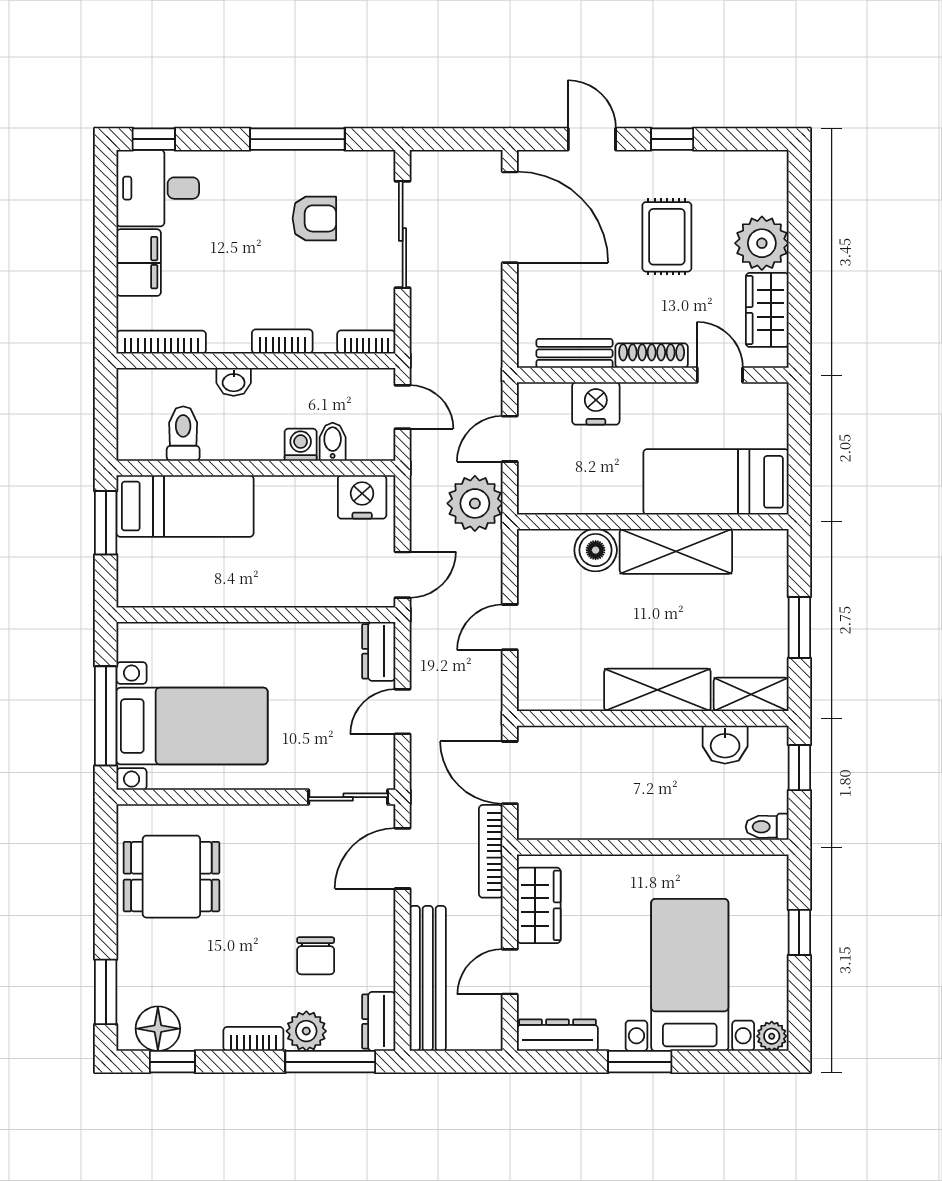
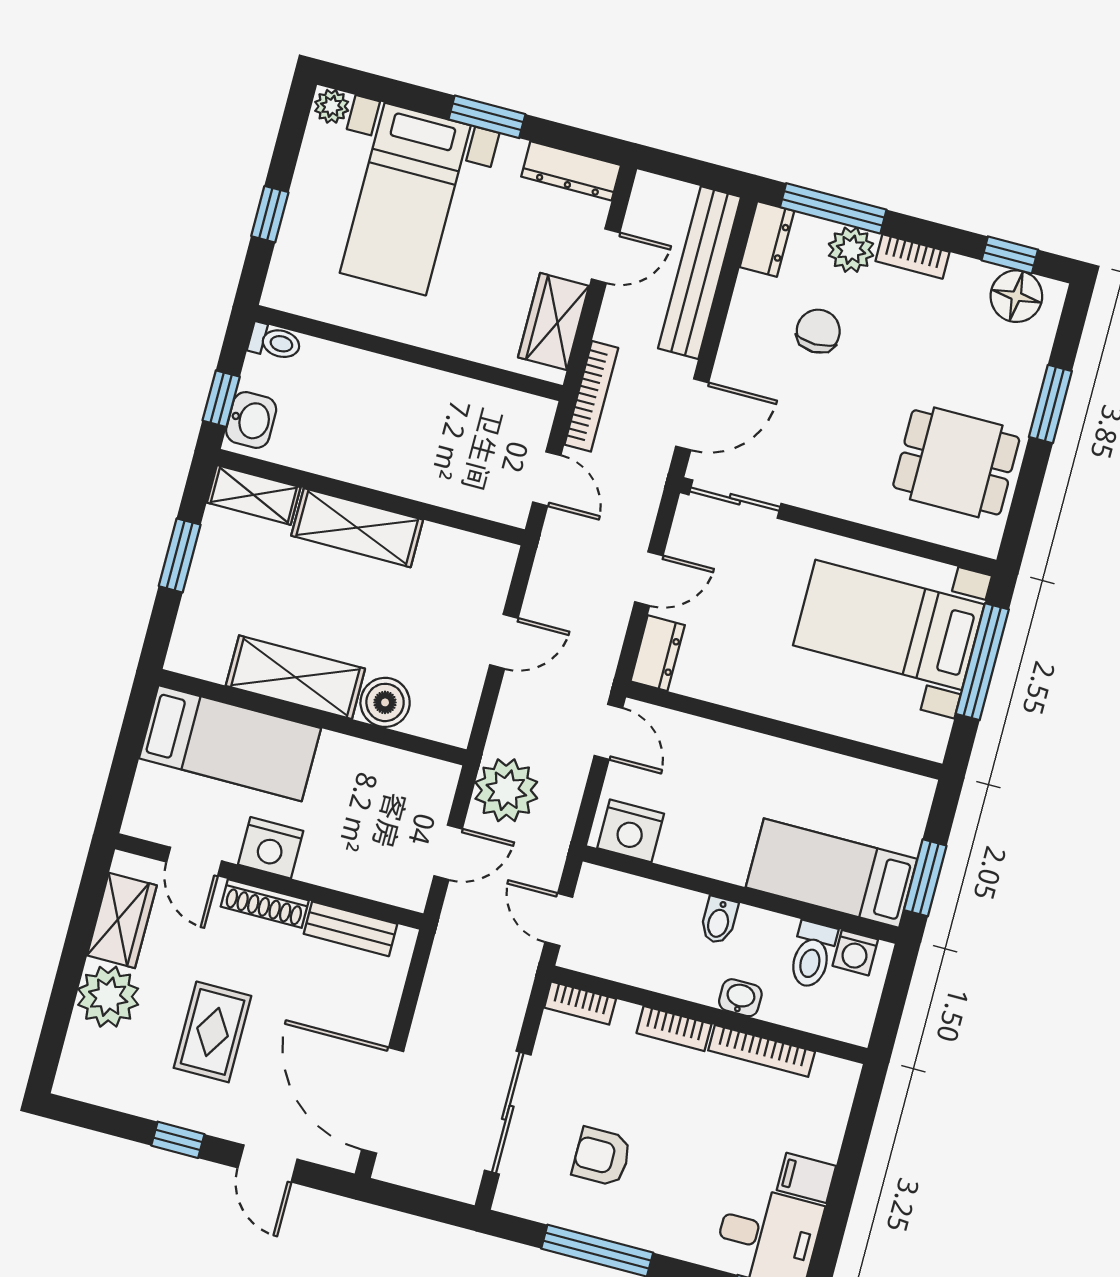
filing cabinet: (139, 263) -> (806, 1178), width x0.50
bookcase: (161, 342) -> (762, 1051), moved
nightstand: (596, 403) -> (271, 848), moved
bidet: (333, 442) -> (719, 920), moved
washing machine: (301, 445) -> (855, 953), moved
door: (403, 575) -> (608, 732), swing flipped
washbasin: (725, 745) -> (251, 420), moved, turned 90
door: (510, 773) -> (547, 479), width x0.73
window: (106, 992) -> (1050, 404), moved

